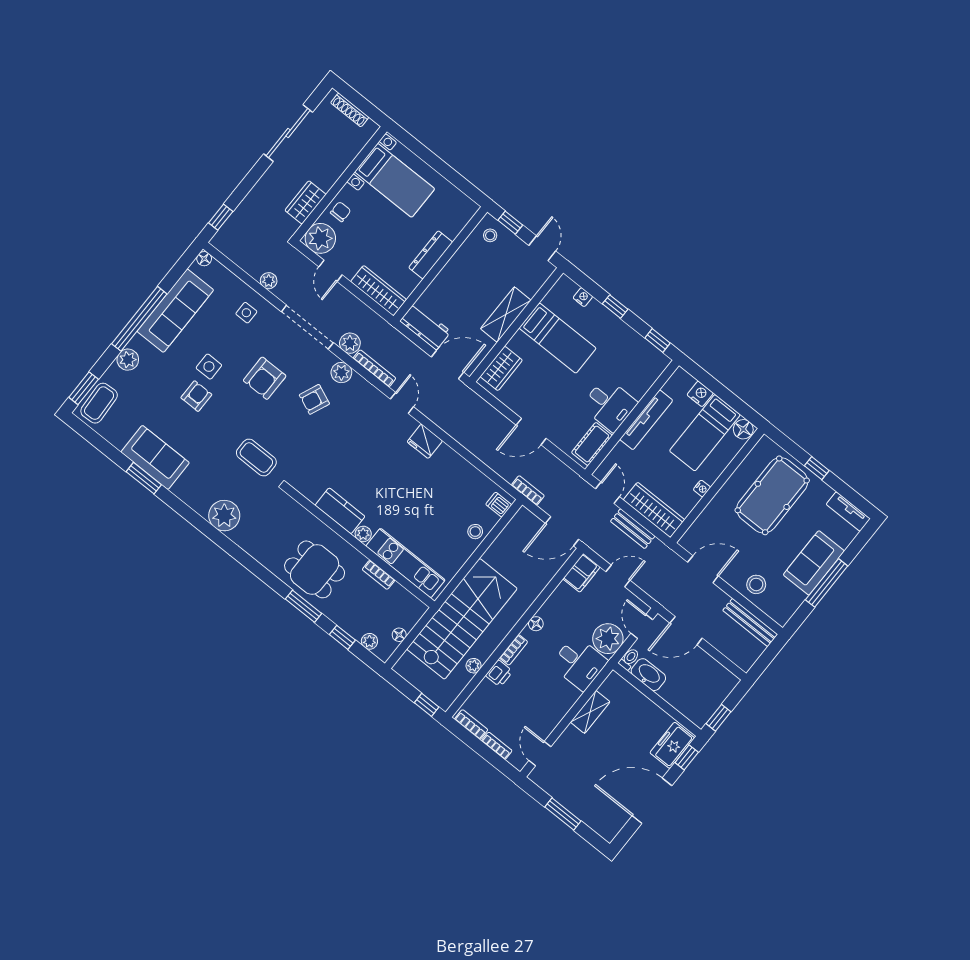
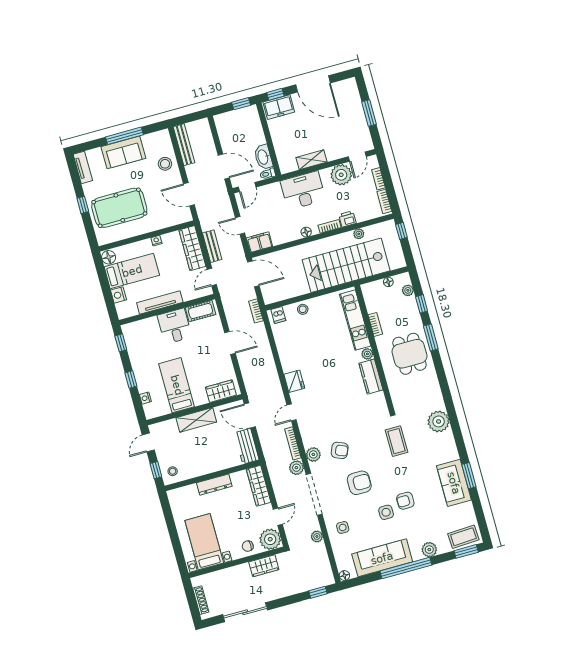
plant: (608, 639) -> (341, 175), moved
desk: (579, 663) -> (303, 190), width x1.37

